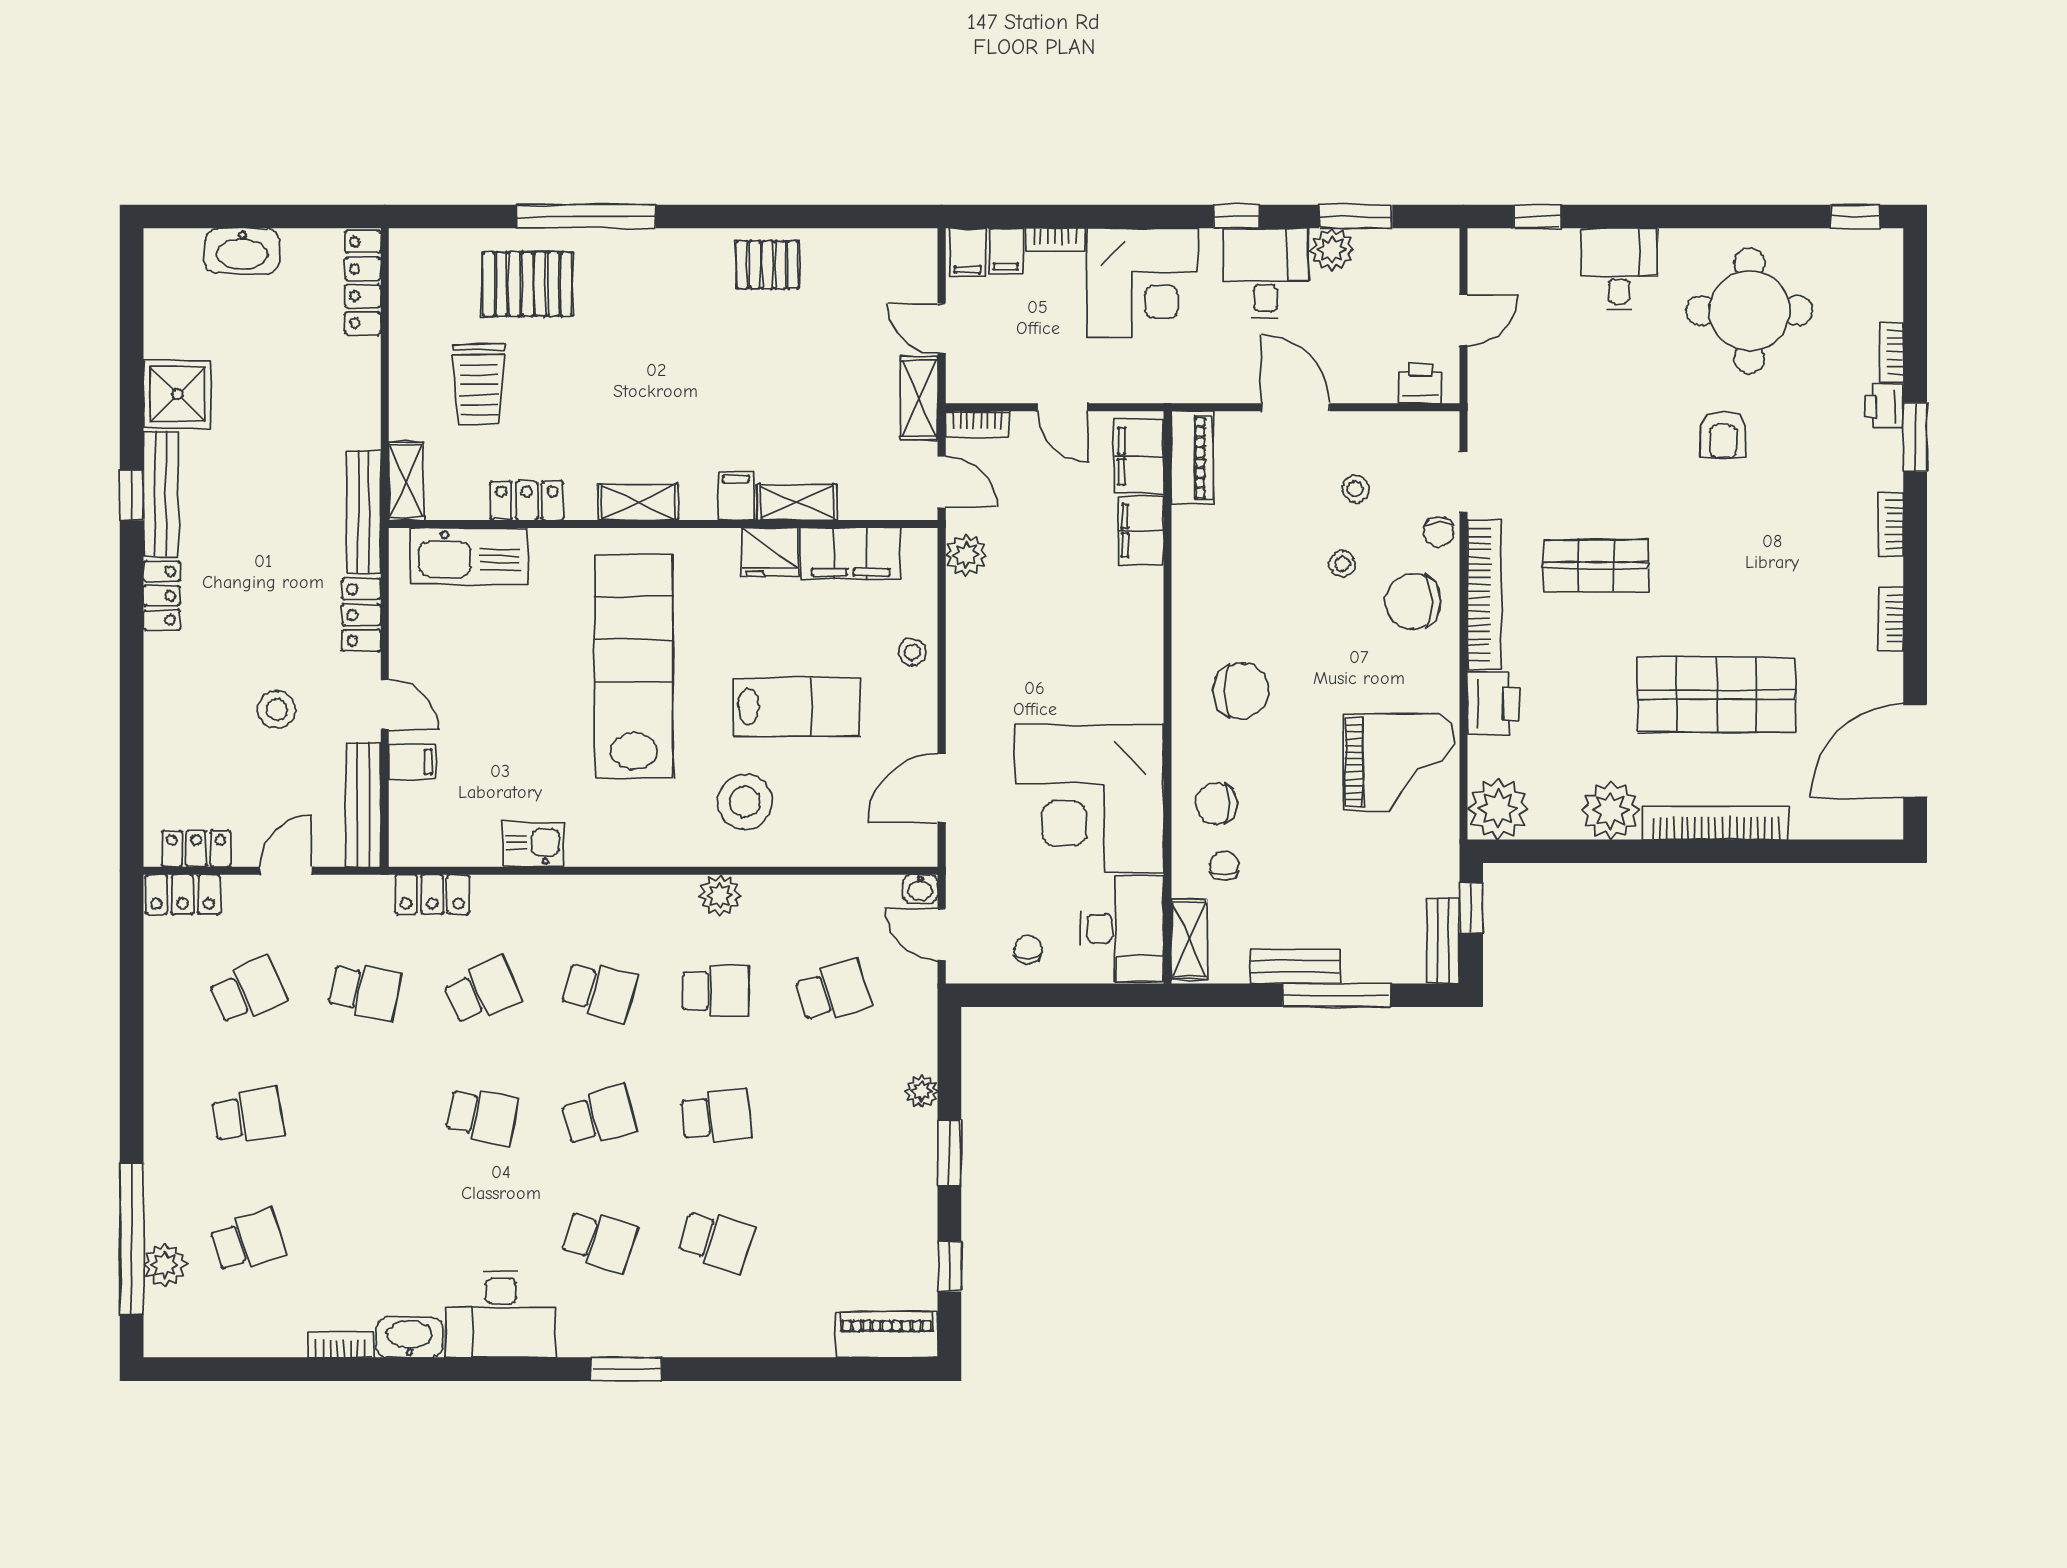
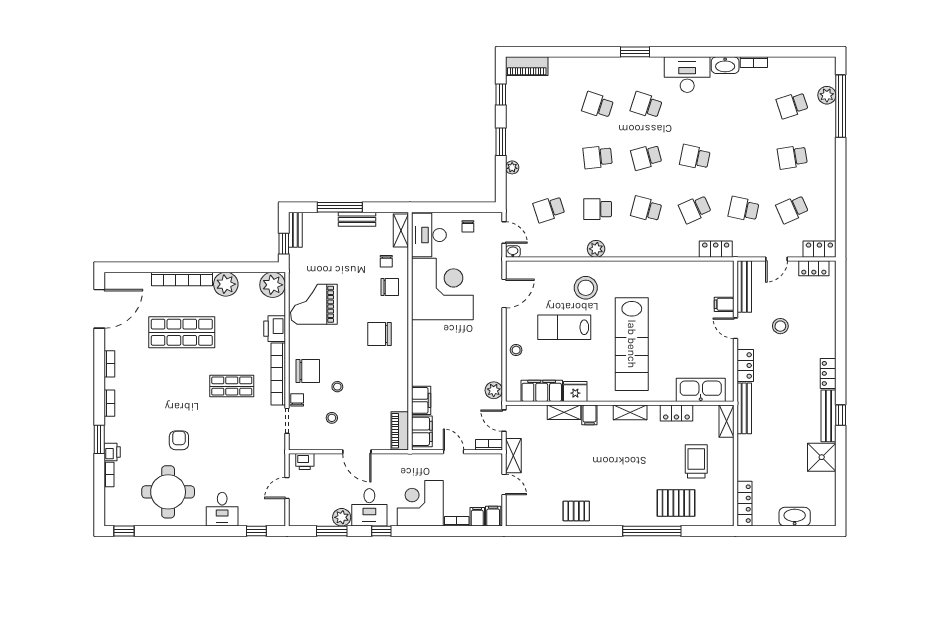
kitchen sink: (533, 845) -> (674, 270), removed

